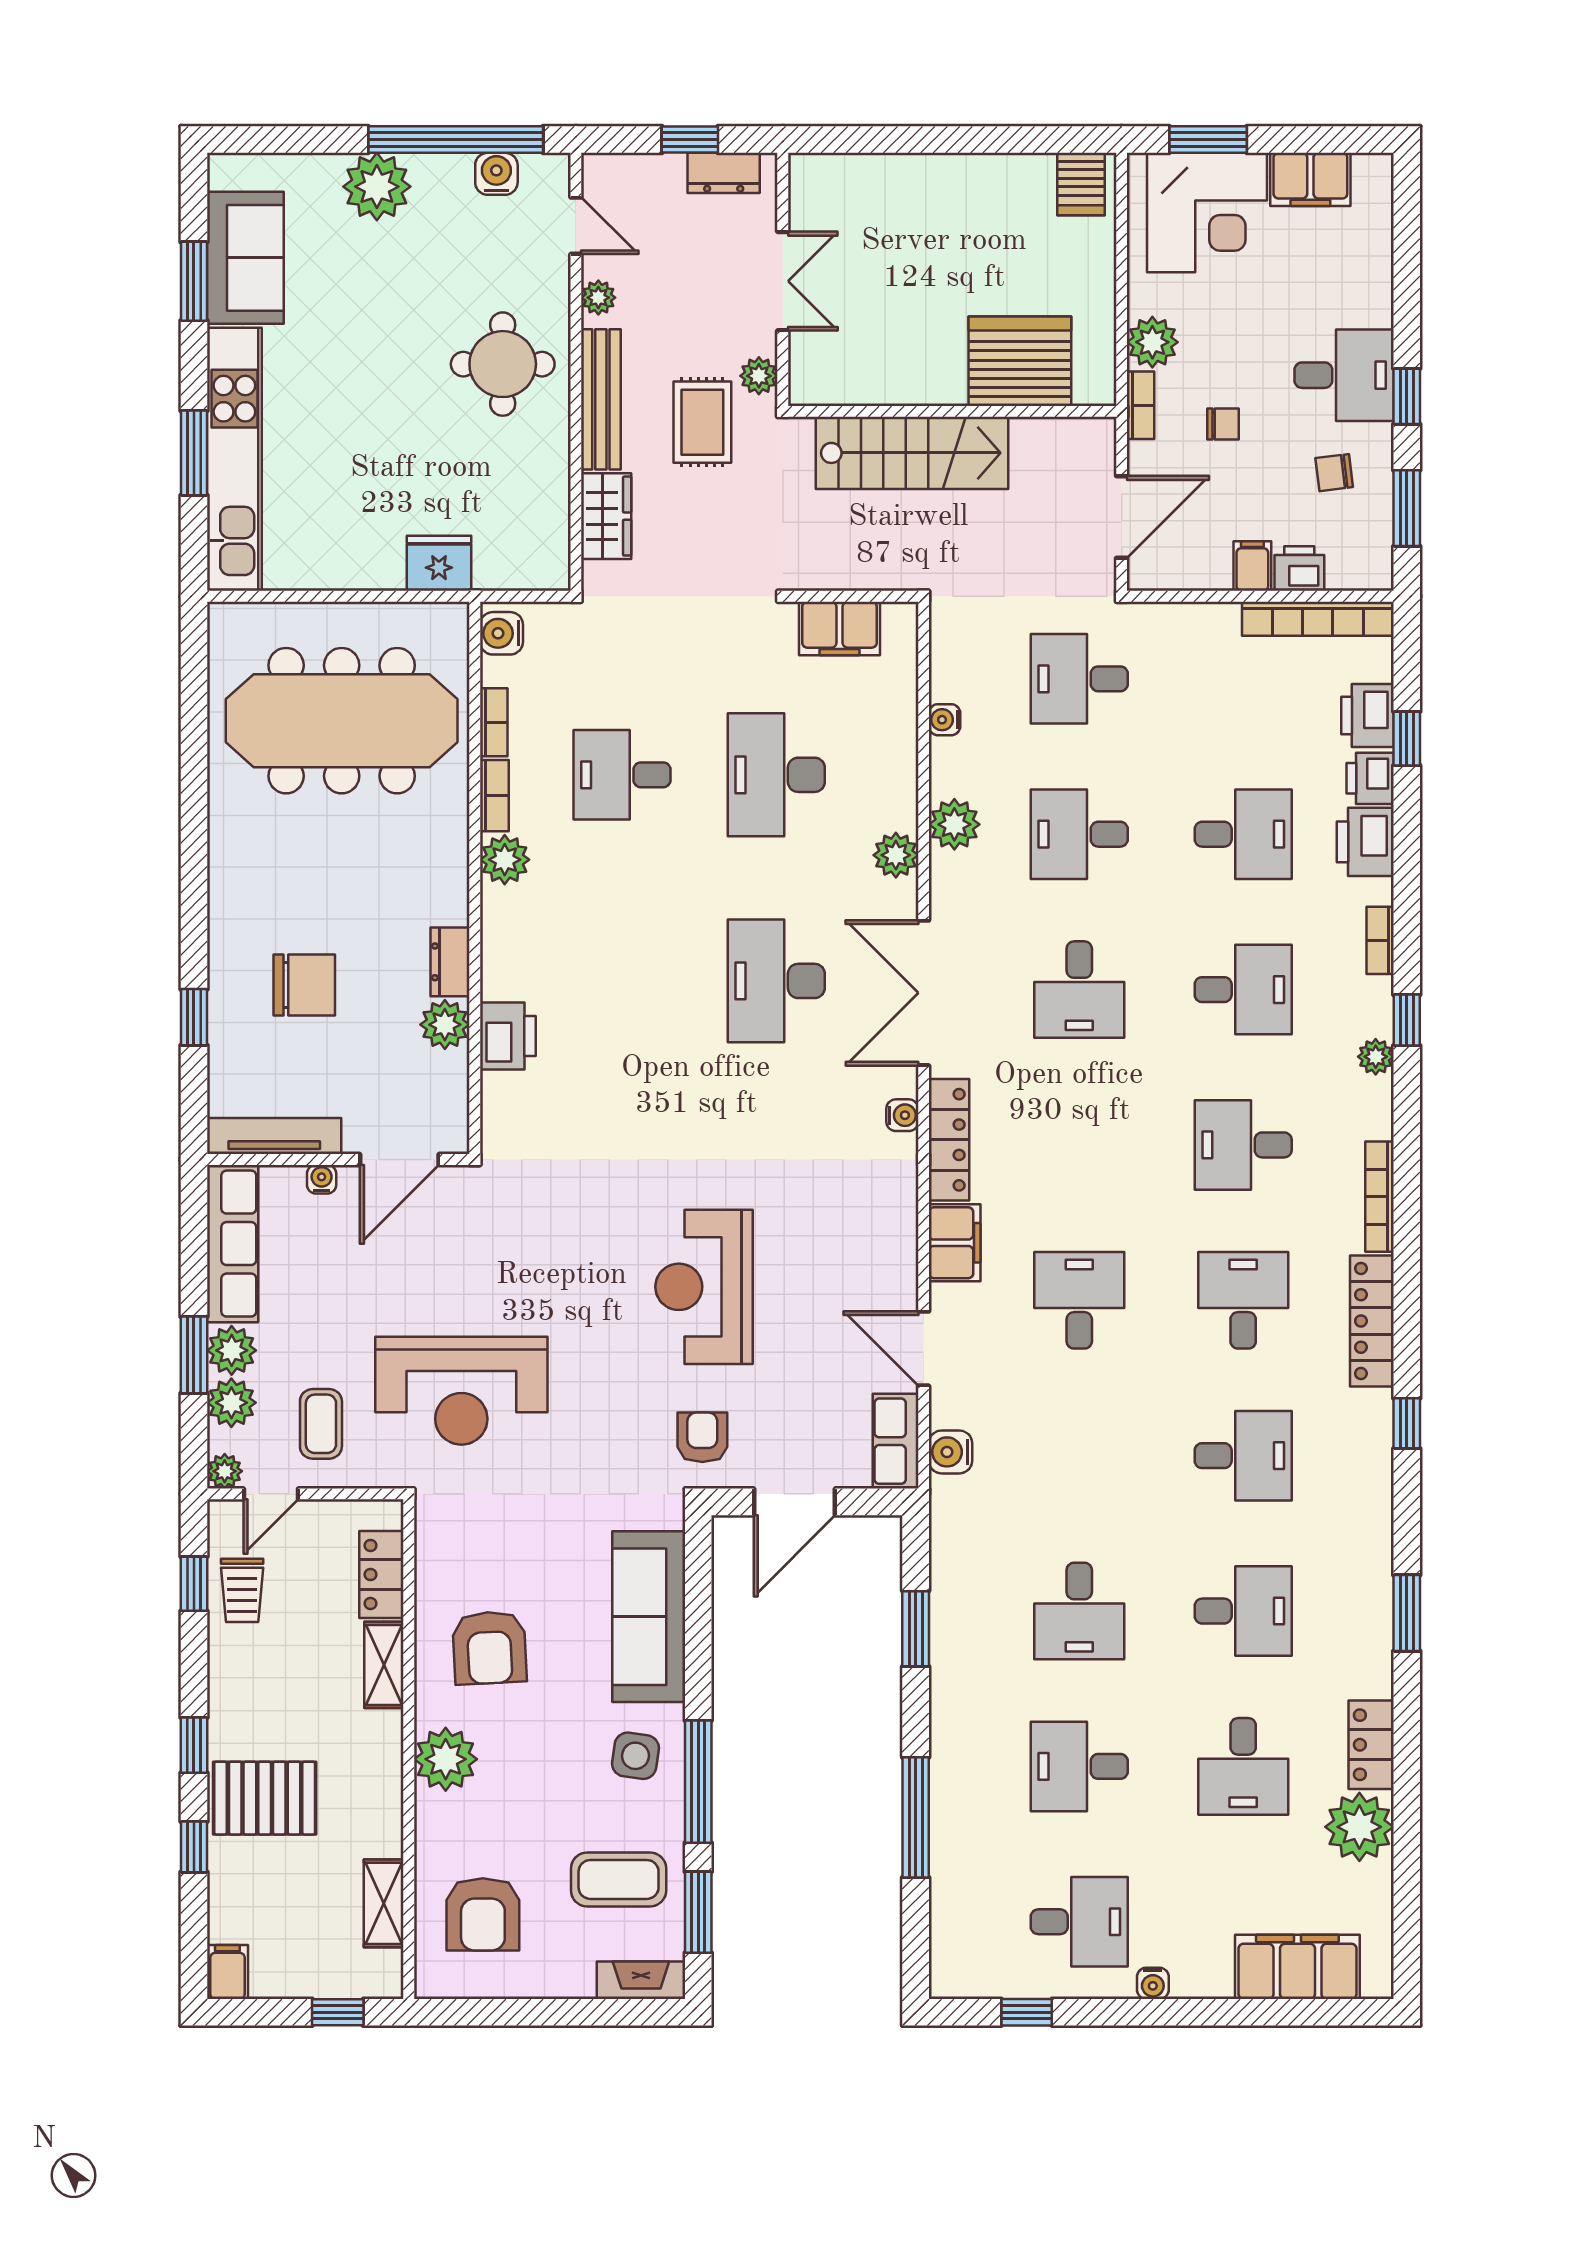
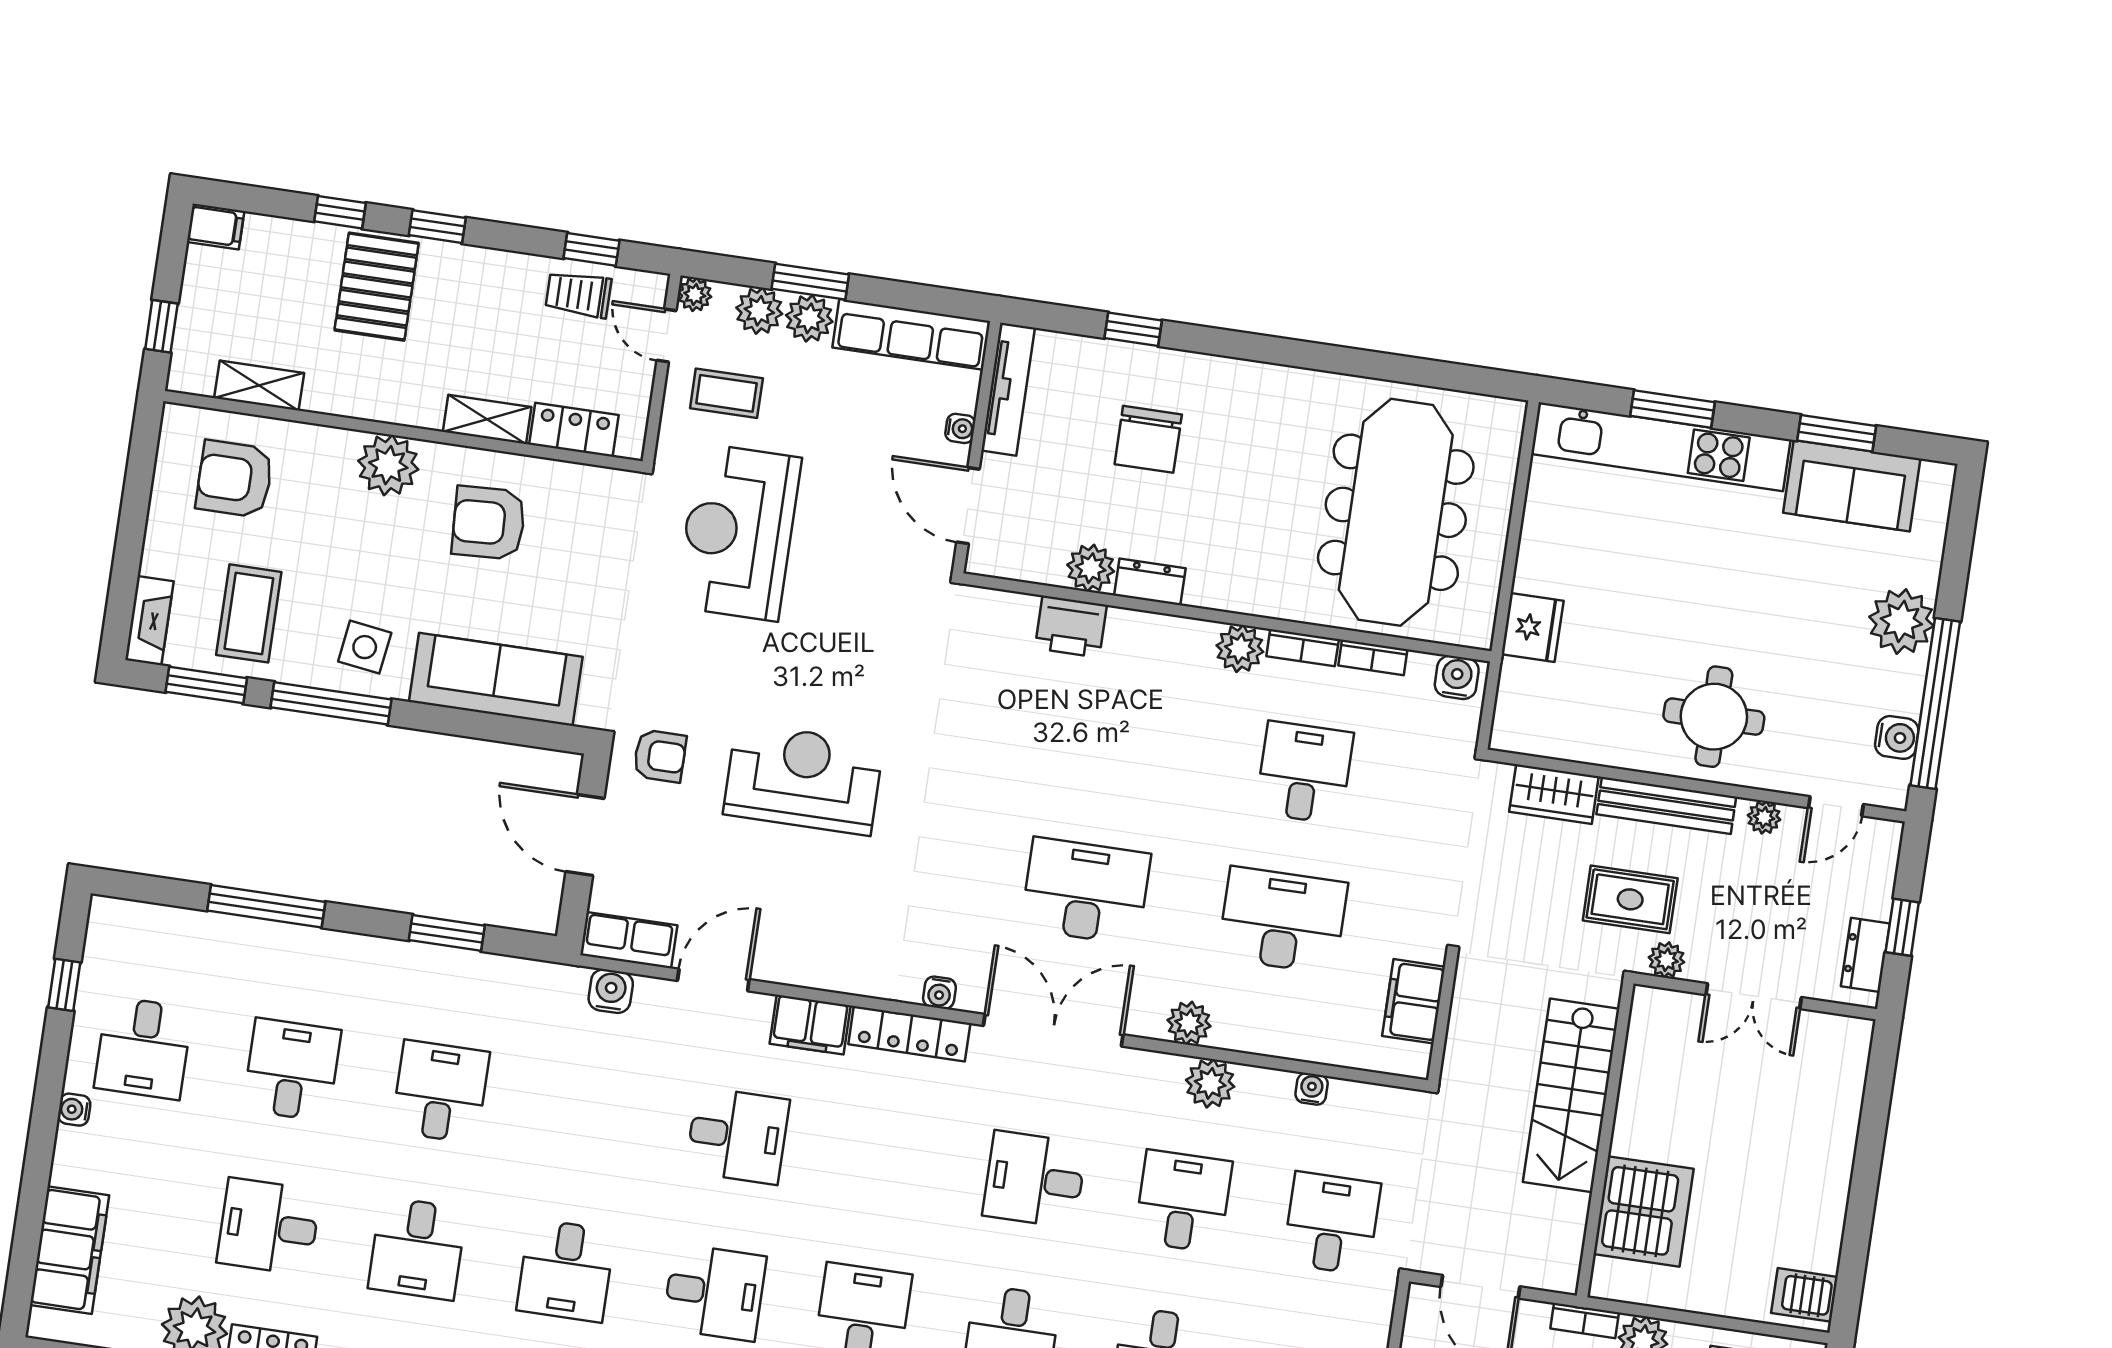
desk: (1079, 1611) -> (440, 1092), turned 90

